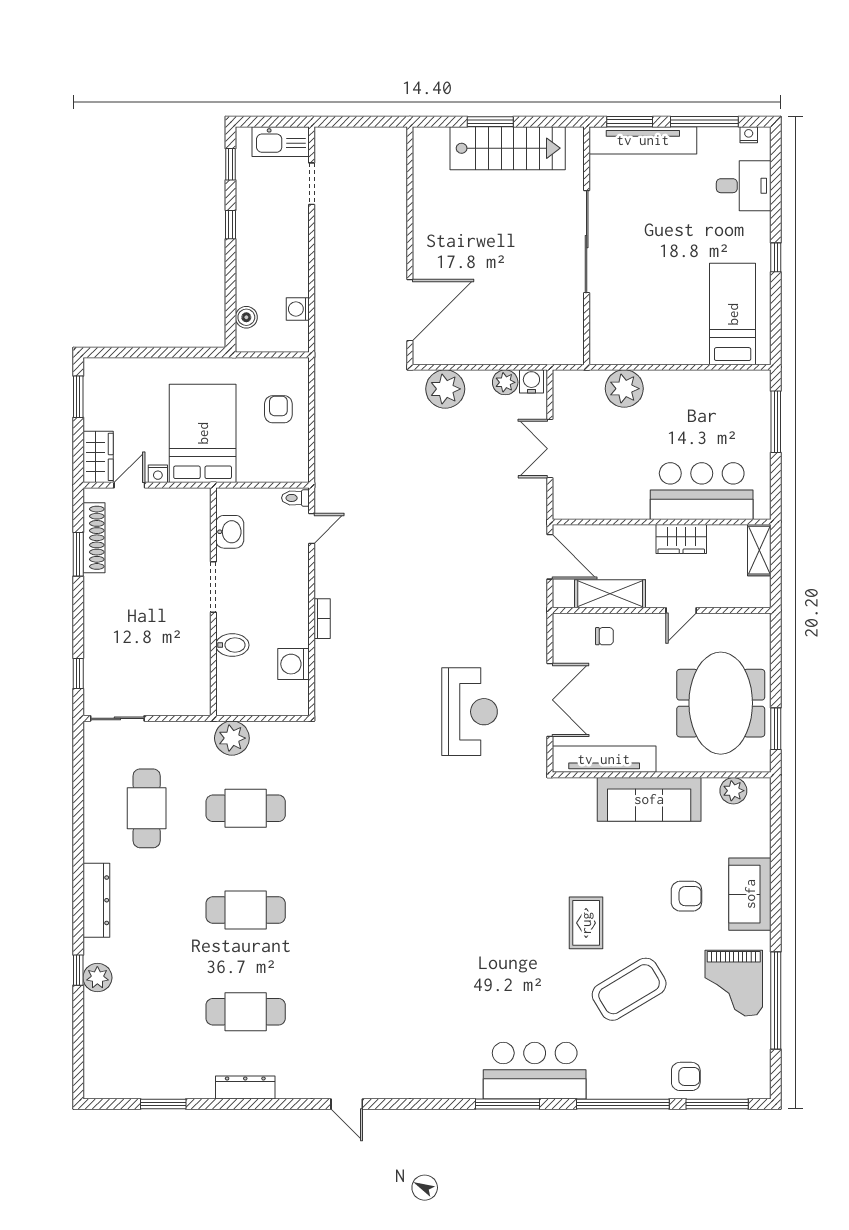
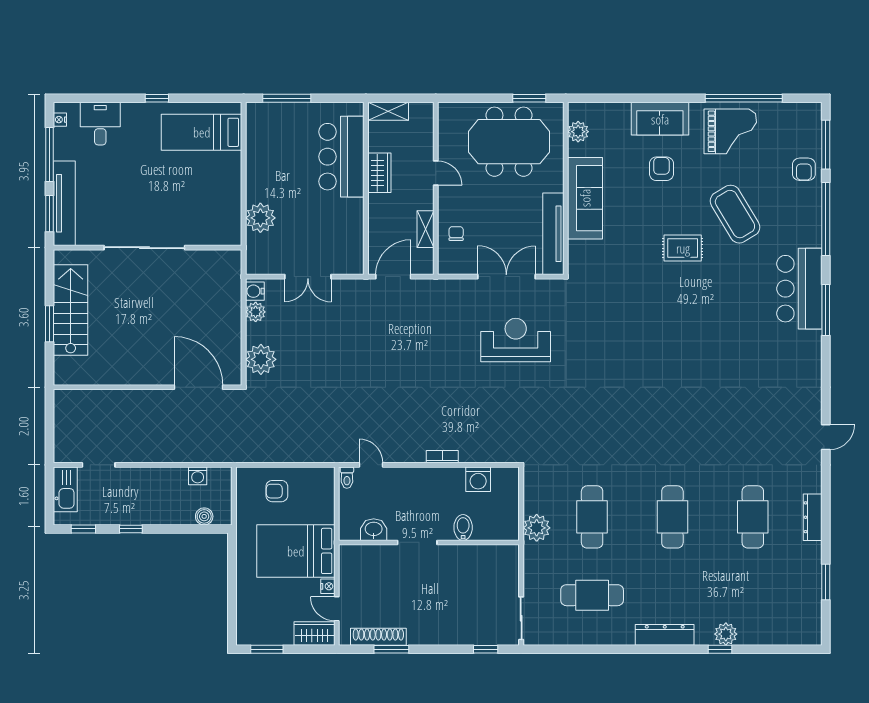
shelving: (610, 594) -> (425, 229), width x0.67, depth x0.75
armchair: (686, 1076) -> (804, 169), turned 180

